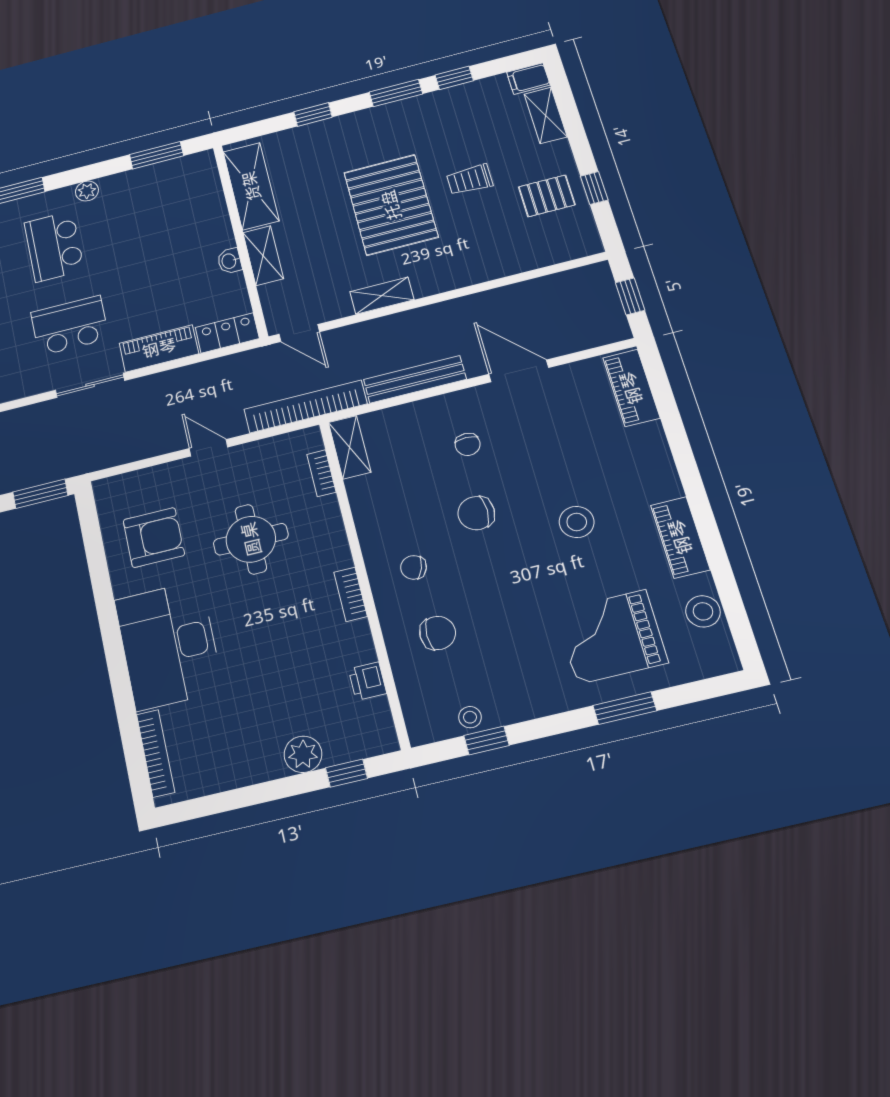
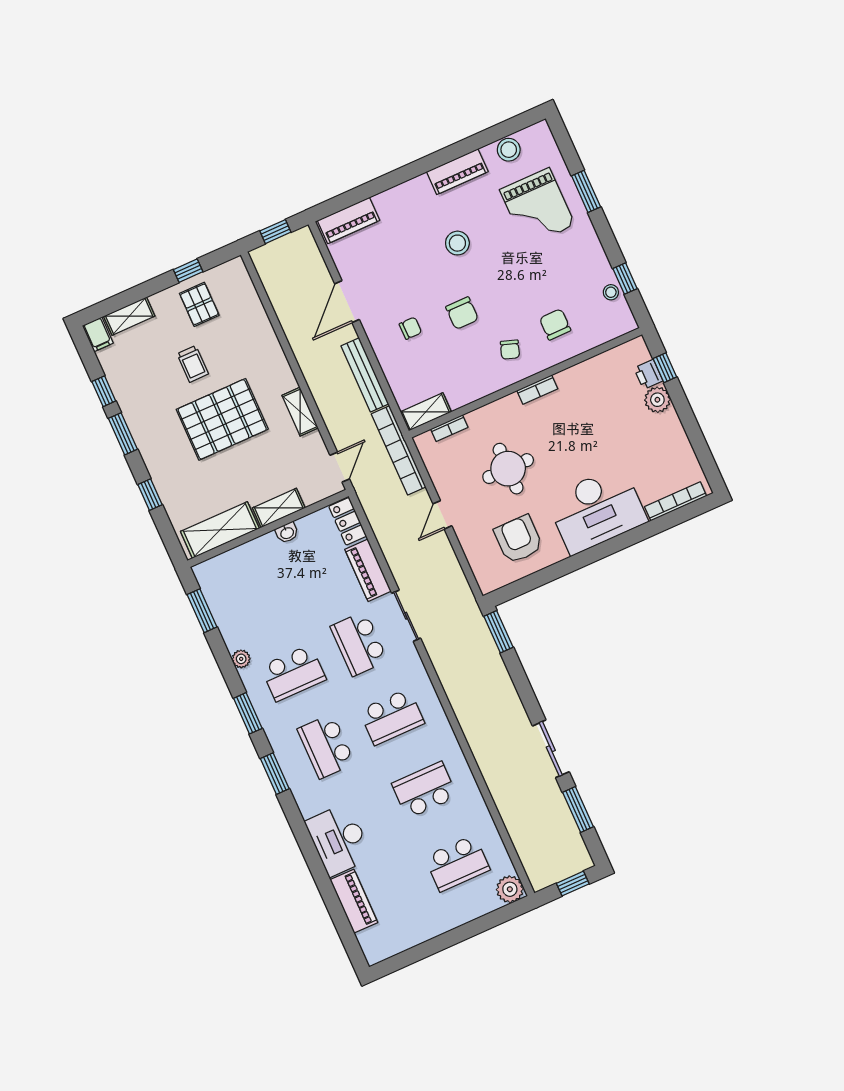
printer: (368, 681) -> (648, 374), moved, turned 90

